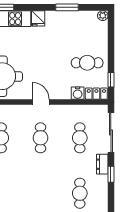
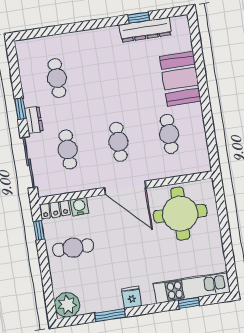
plant: (103, 16) -> (67, 305), width x1.87, depth x1.87
fridge: (38, 18) -> (132, 297), moved
door: (41, 102) -> (125, 188), width x1.87

